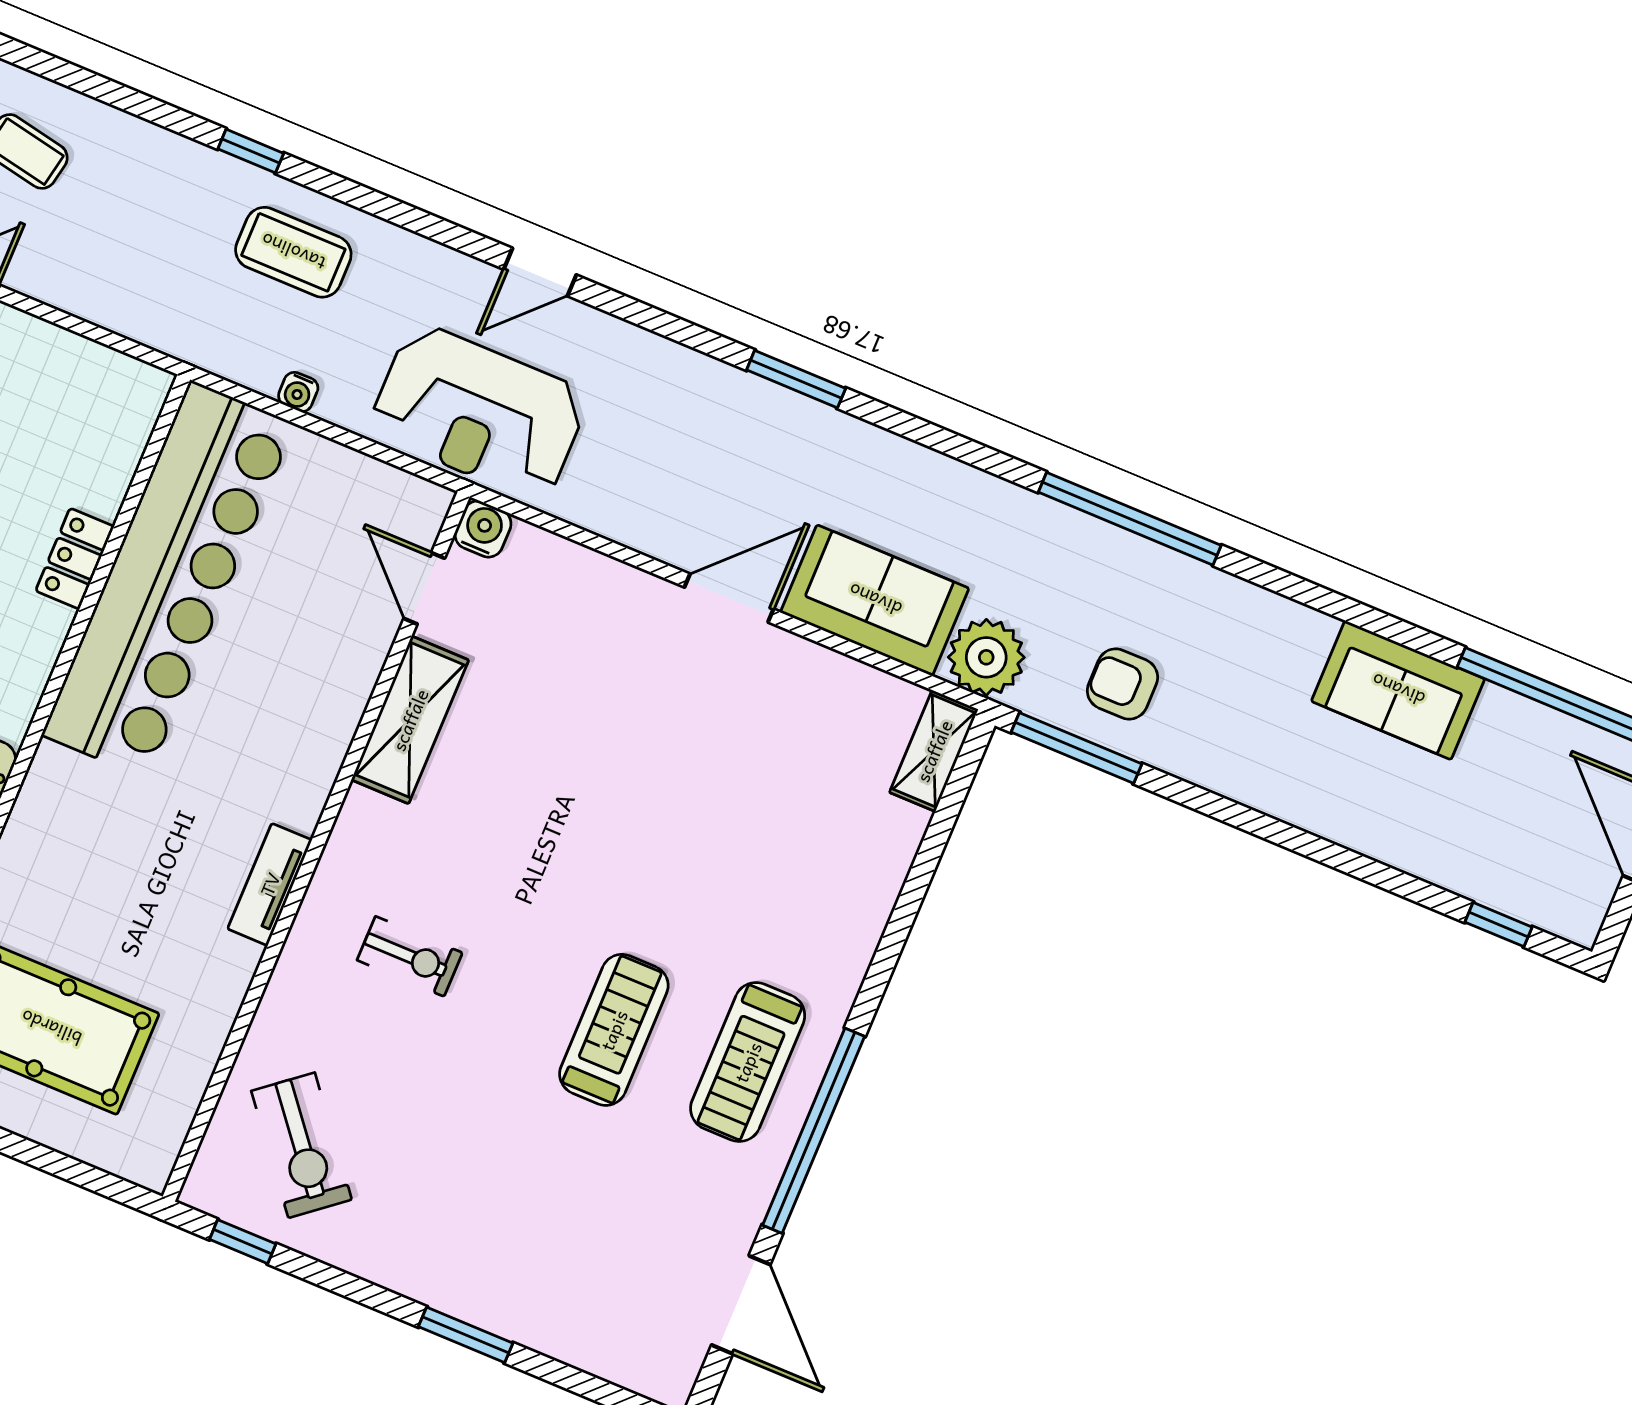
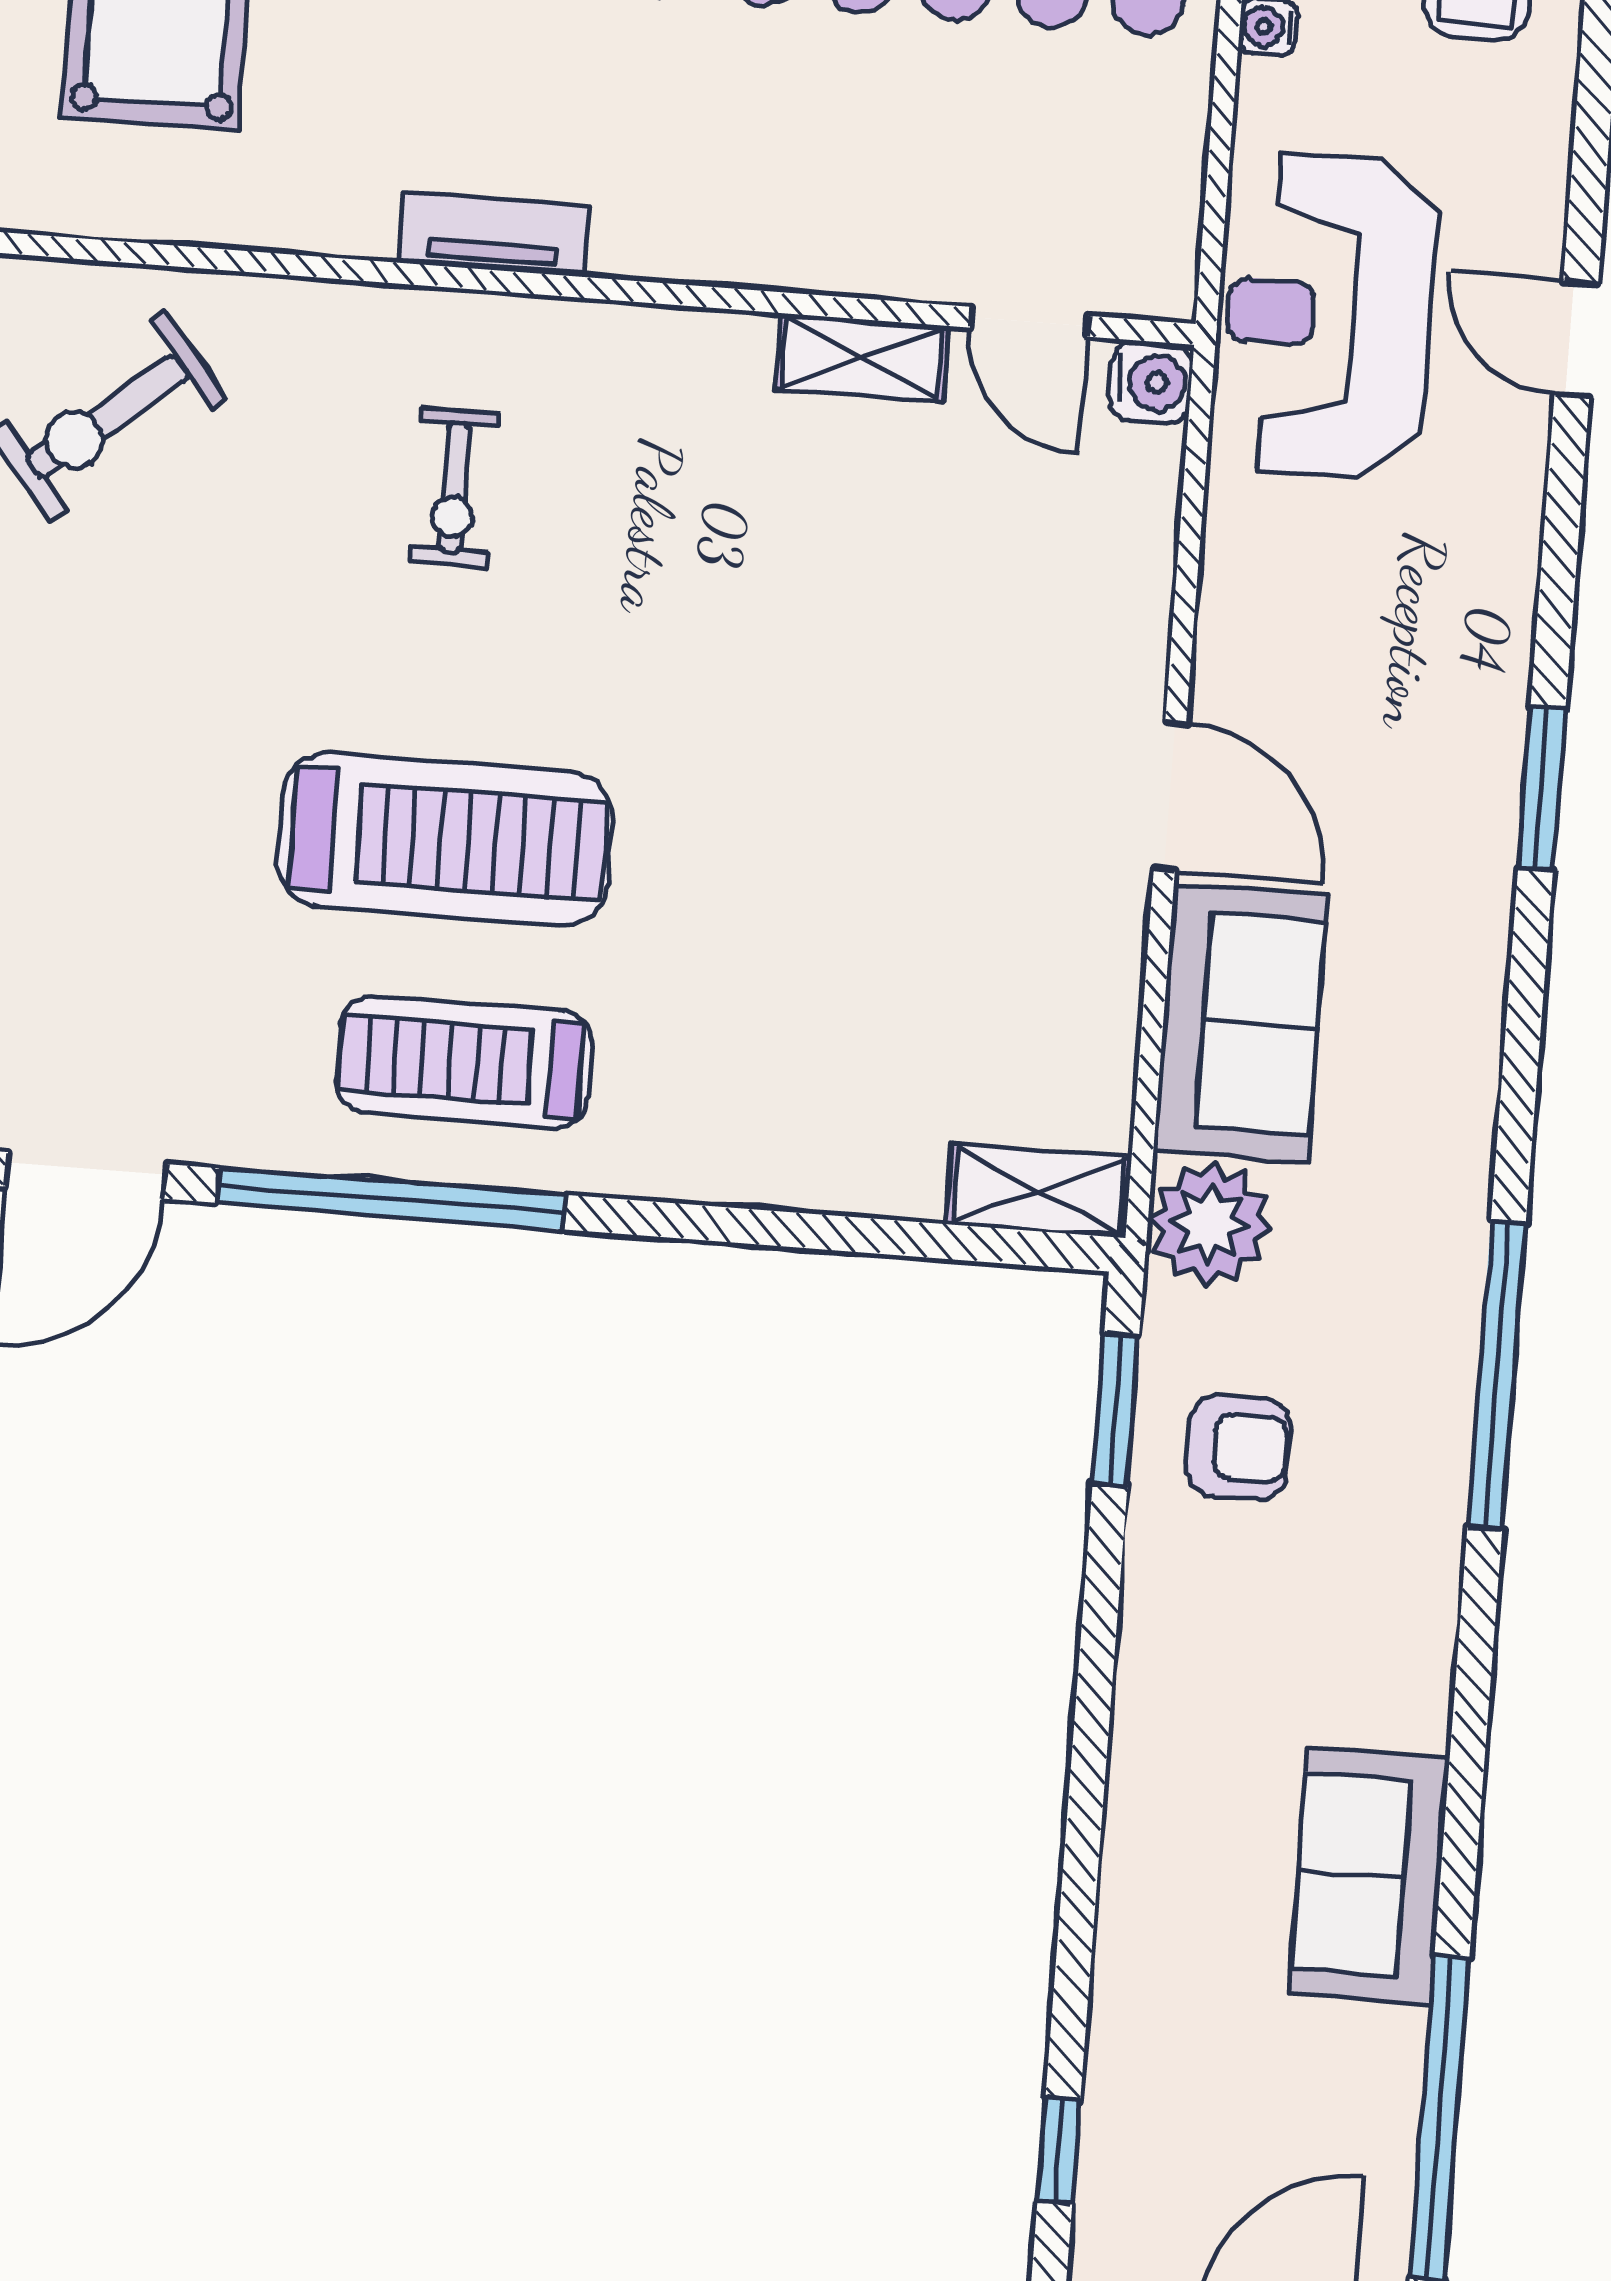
door: (424, 588) -> (1029, 322), swing flipped
armchair: (1122, 684) -> (1238, 1447), turned 90
shelving: (410, 720) -> (862, 357), width x0.67, depth x0.75
window: (1077, 748) -> (1116, 1409), width x0.69
treadmill: (614, 1030) -> (445, 839), width x1.37, depth x1.38

